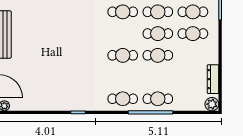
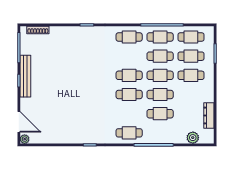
cafe table: (123, 12) -> (129, 75), moved
cafe table: (158, 99) -> (160, 114), moved
plant: (212, 104) -> (193, 138), moved

